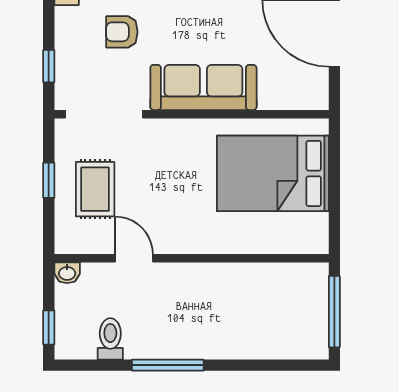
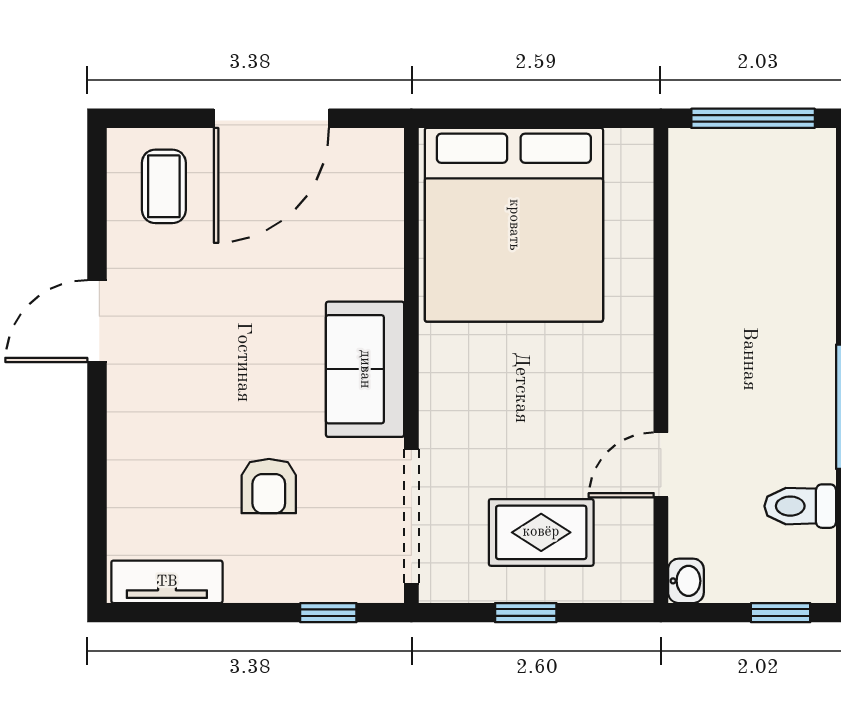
sofa: (203, 87) -> (365, 369), width x0.73
bed: (273, 173) -> (514, 225), width x1.36

